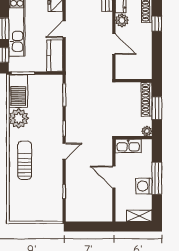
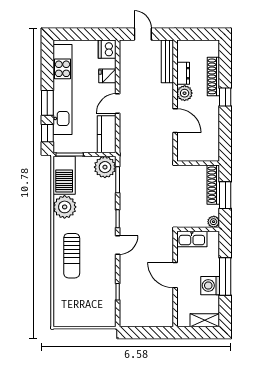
plant: (53, 84) -> (105, 167), added
sun lounger: (25, 160) -> (72, 256), turned 180

